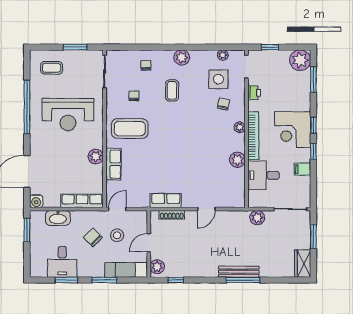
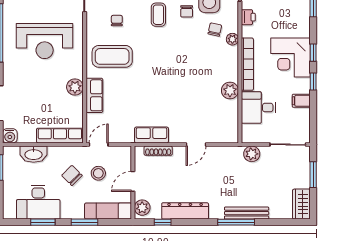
chair: (198, 87) -> (187, 11), added
plant: (240, 127) -> (232, 39), moved
desk: (62, 262) -> (38, 202), width x1.37
dresser: (196, 270) -> (185, 211), added
bench: (239, 272) -> (247, 213), moved

